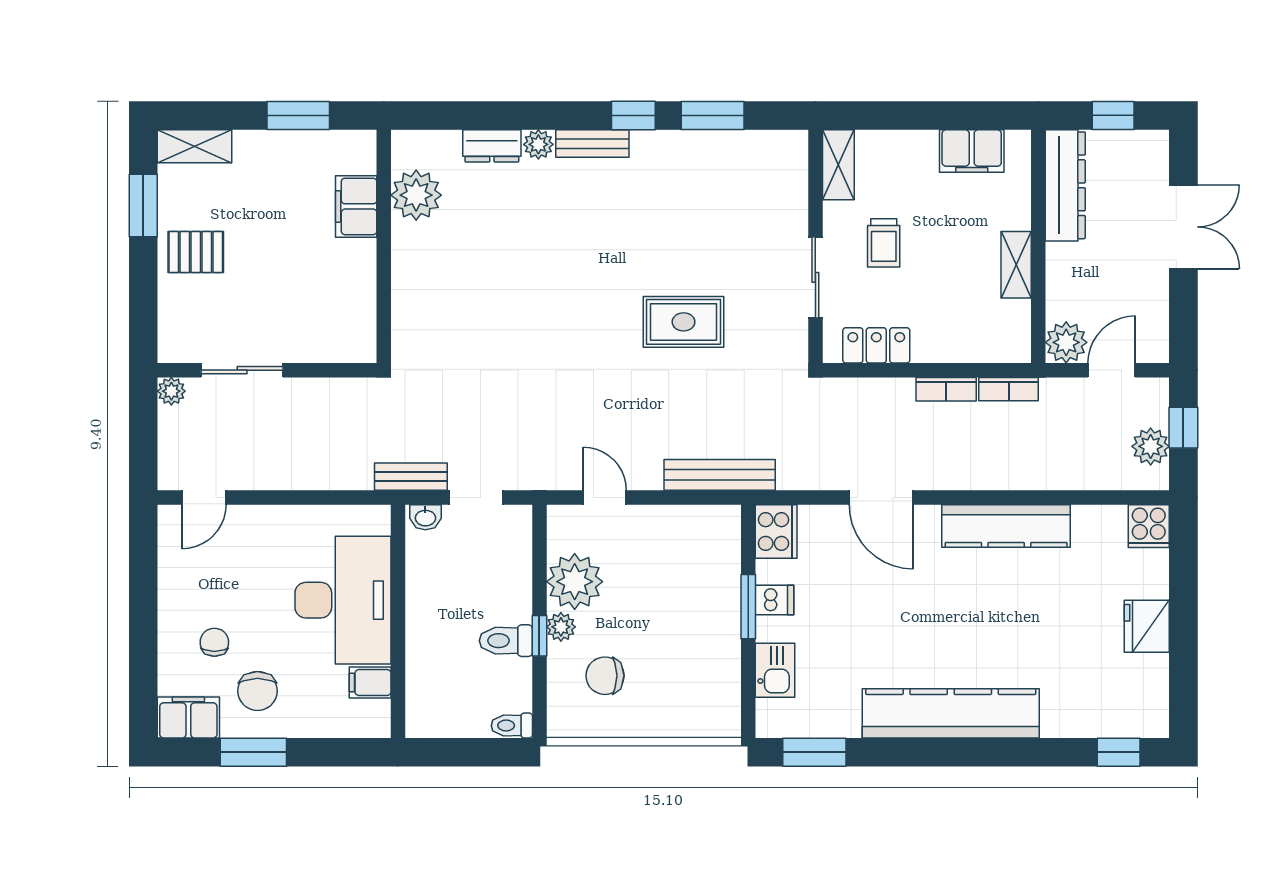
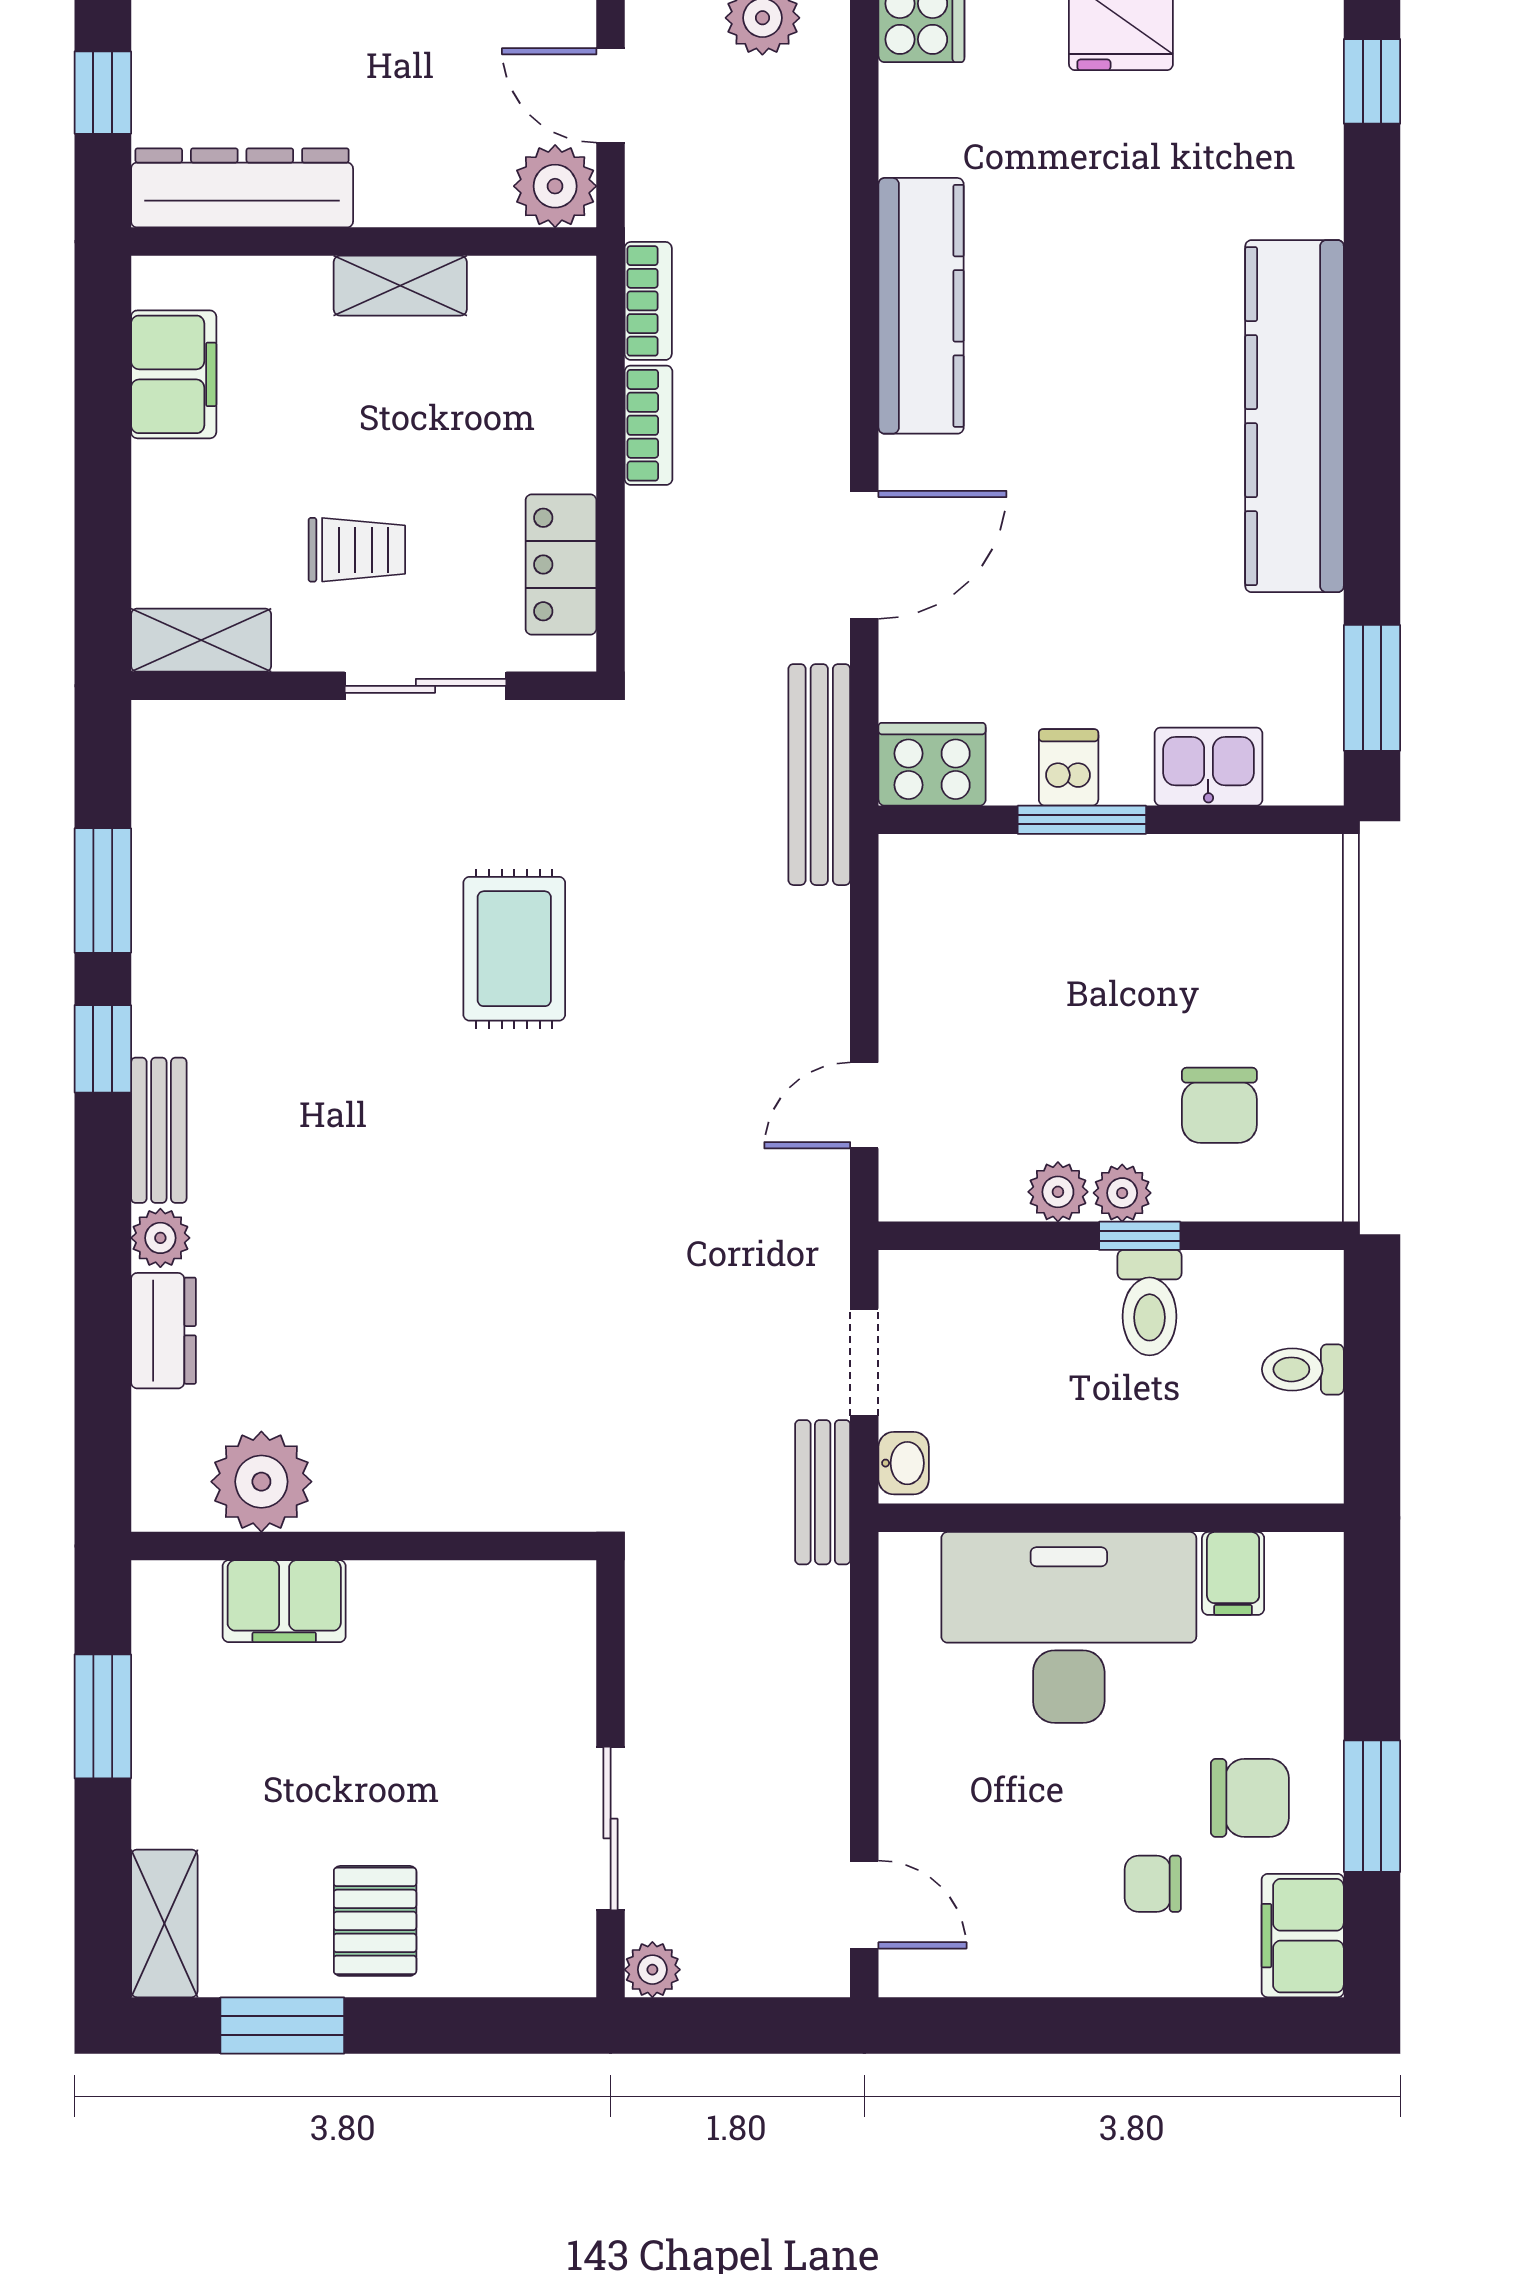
bench: (720, 475) -> (819, 775), moved
plant: (575, 582) -> (1058, 1192), width x0.53, depth x0.53
toilet: (512, 726) -> (1303, 1369), moved, turned 90

